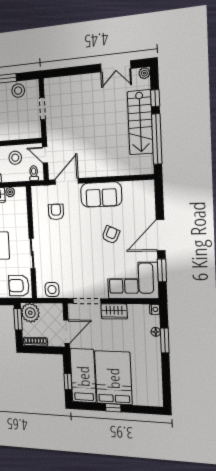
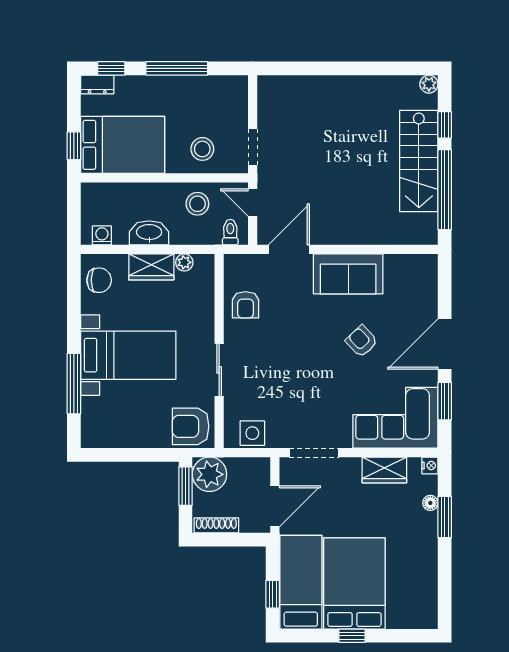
double door: (116, 66) -> (382, 68), removed
stool: (18, 91) -> (202, 149), moved
doorway: (43, 109) -> (253, 147), moved
armchair: (56, 212) -> (246, 305), moved, turned 180
armchair: (111, 235) -> (362, 341), turned -67
wardrobe: (114, 311) -> (384, 470), moved

